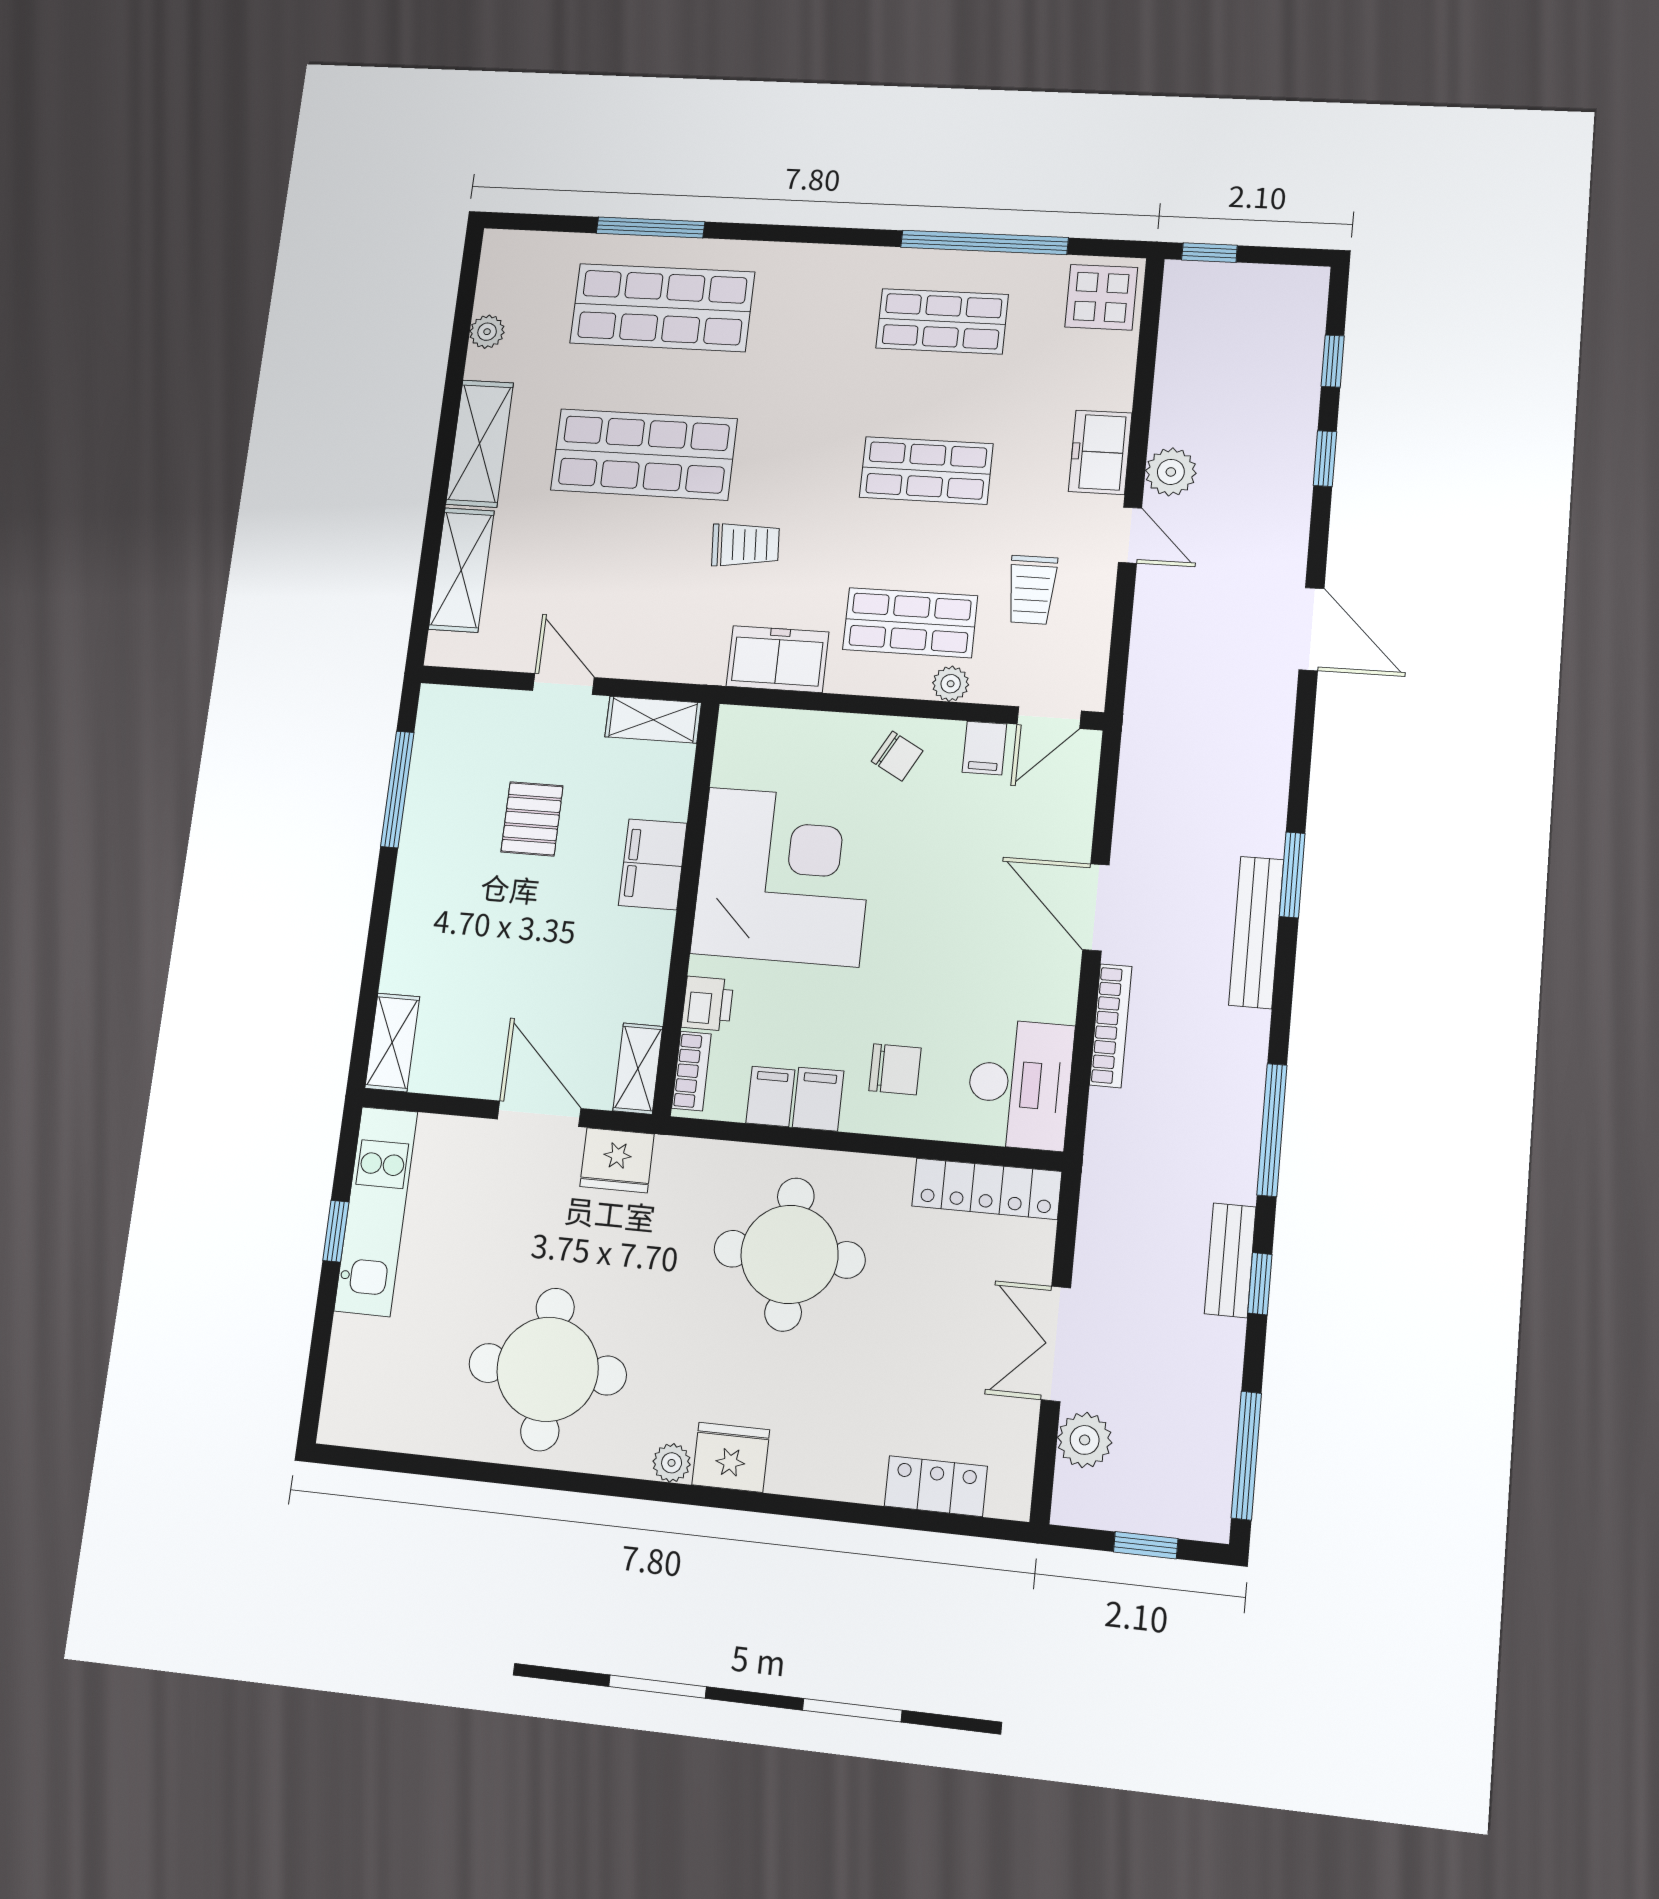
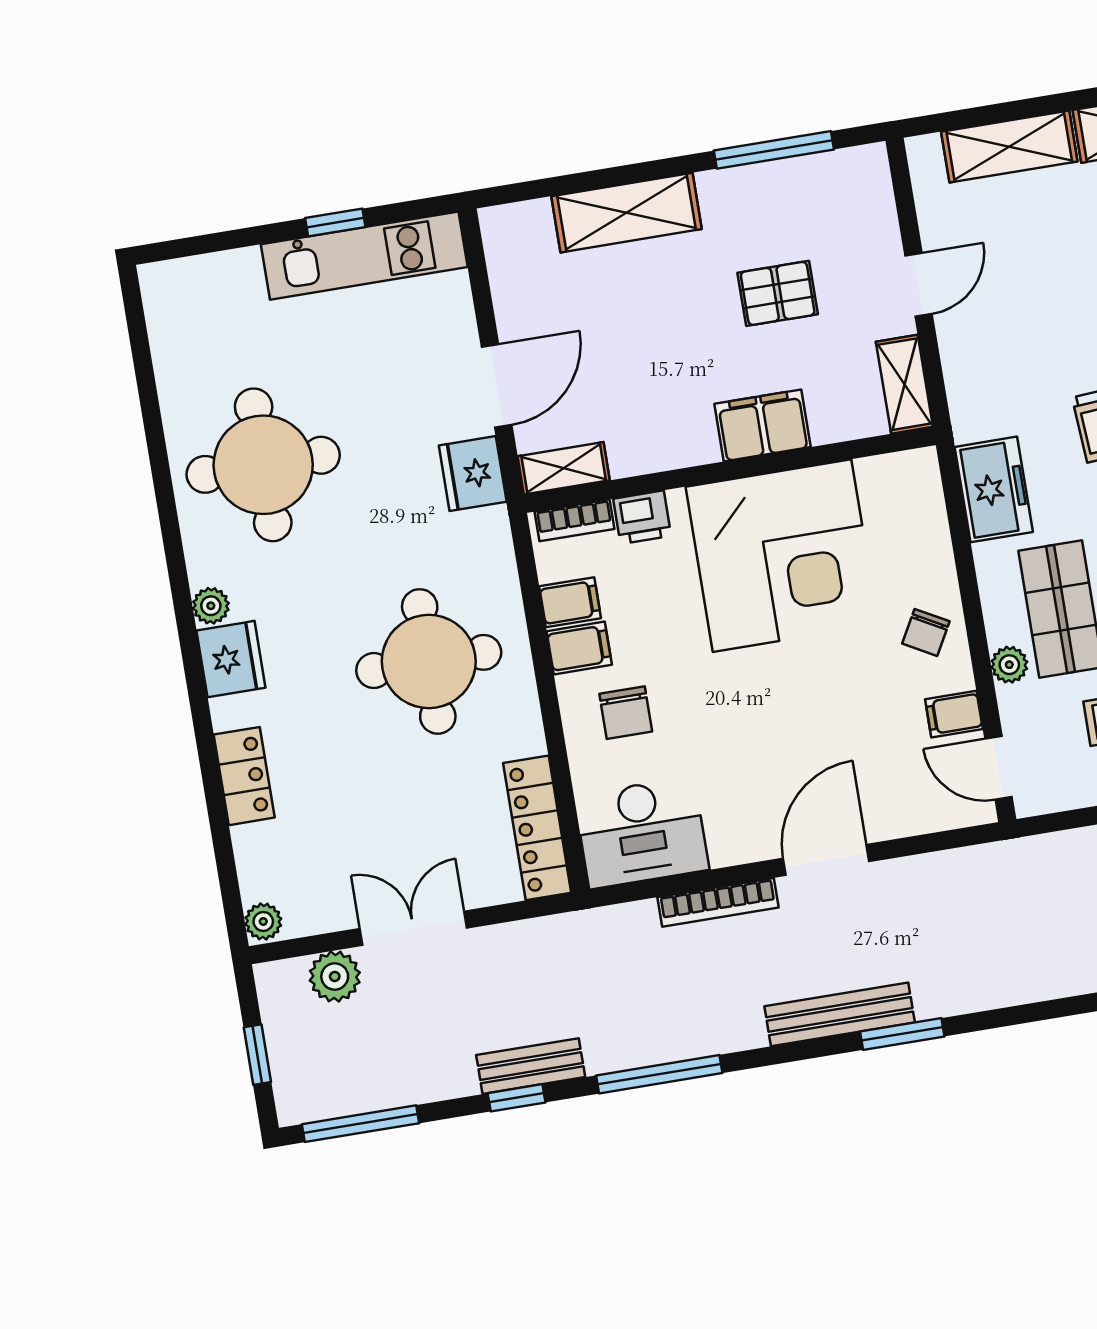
shelving: (392, 1042) -> (627, 213), moved, width x1.50, depth x1.33
locker: (936, 1486) -> (244, 776), moved
plant: (1008, 1499) -> (263, 921), added

